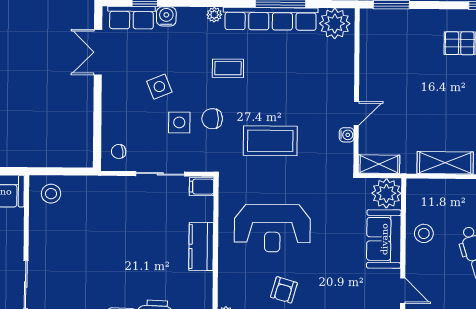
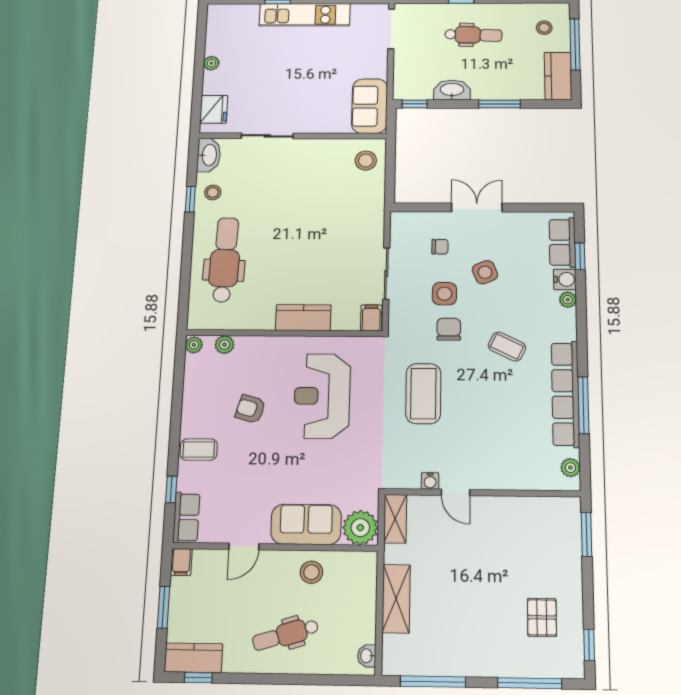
plant: (214, 15) -> (568, 300), moved
plant: (335, 24) -> (570, 468), width x0.53, depth x0.53
double door: (98, 52) -> (477, 207), moved
coffee table: (228, 68) -> (507, 347), turned -64
chair: (119, 151) -> (440, 247), moved, turned 98

